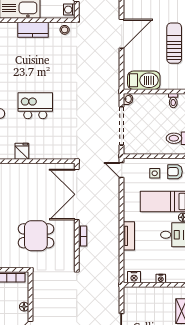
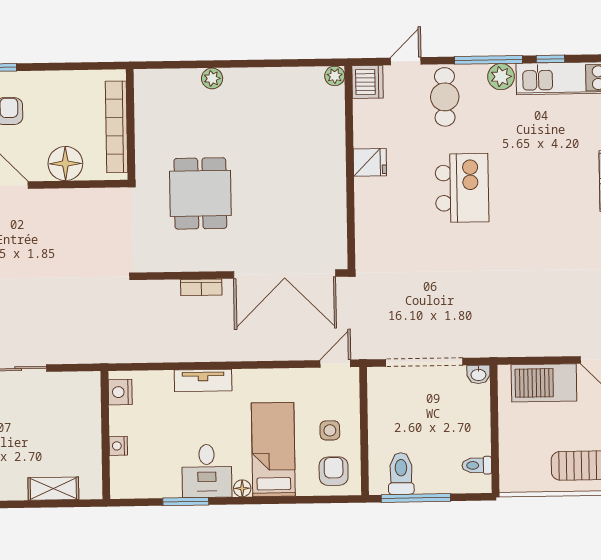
barbecue: (144, 80) -> (544, 383), moved, turned 90
double door: (77, 194) -> (285, 274), swing flipped
floor lamp: (24, 307) -> (65, 164), width x1.89, depth x1.89

